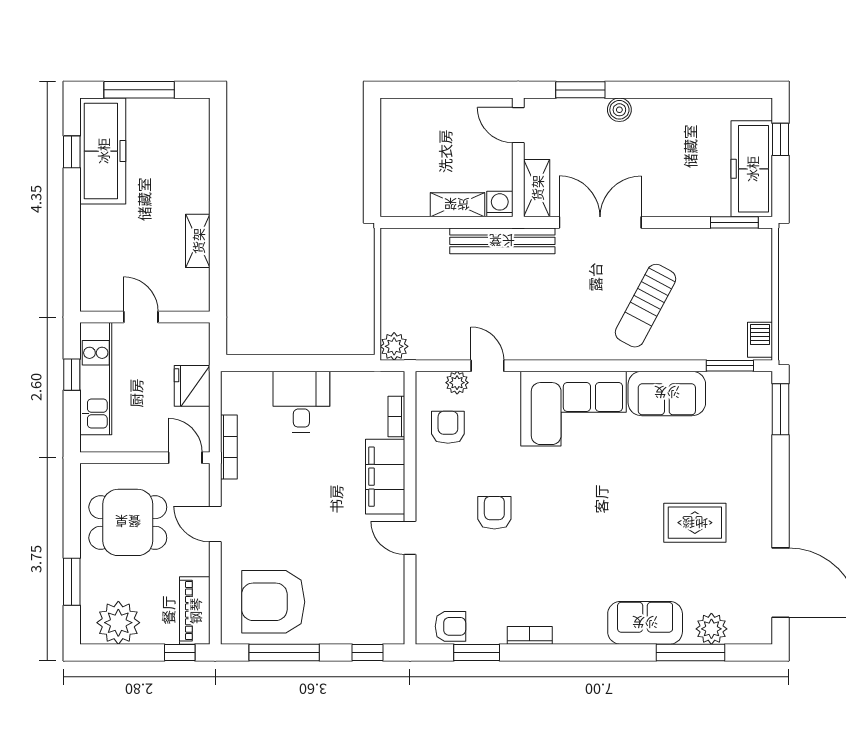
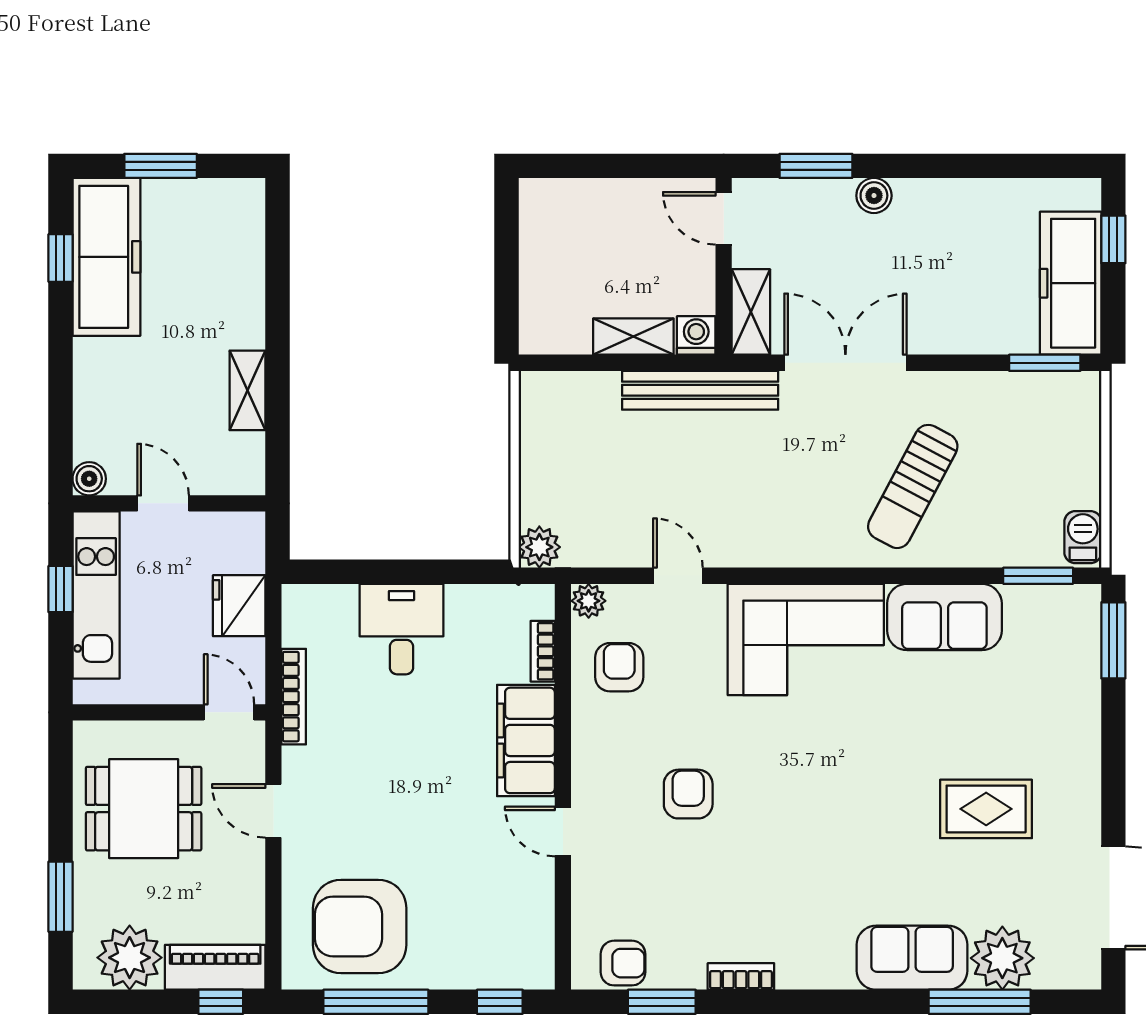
window: (139, 90) -> (161, 166), width x0.69
boiler: (91, 300) -> (89, 479), added
plant: (457, 383) -> (589, 601), moved
piano: (195, 611) -> (215, 967), moved, turned 90
plant: (711, 629) -> (1002, 958), width x1.36, depth x1.36

